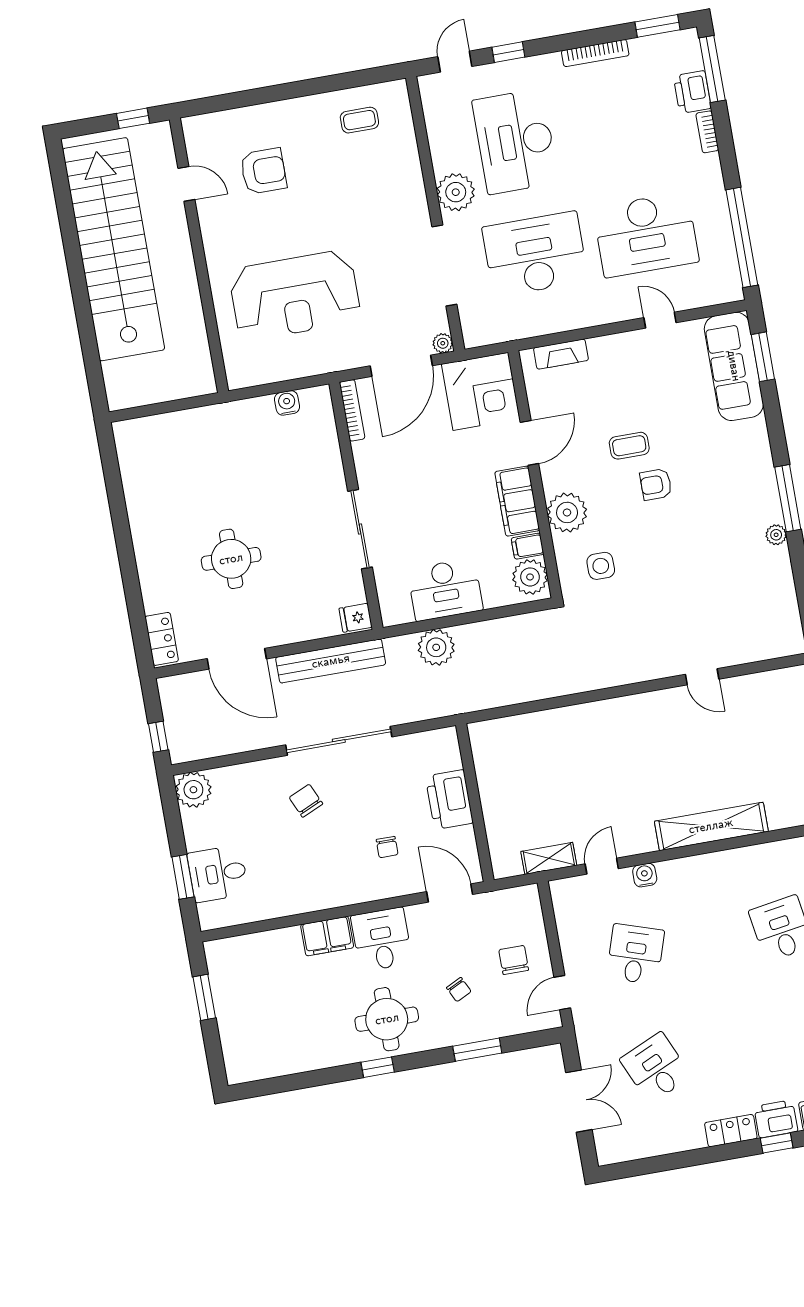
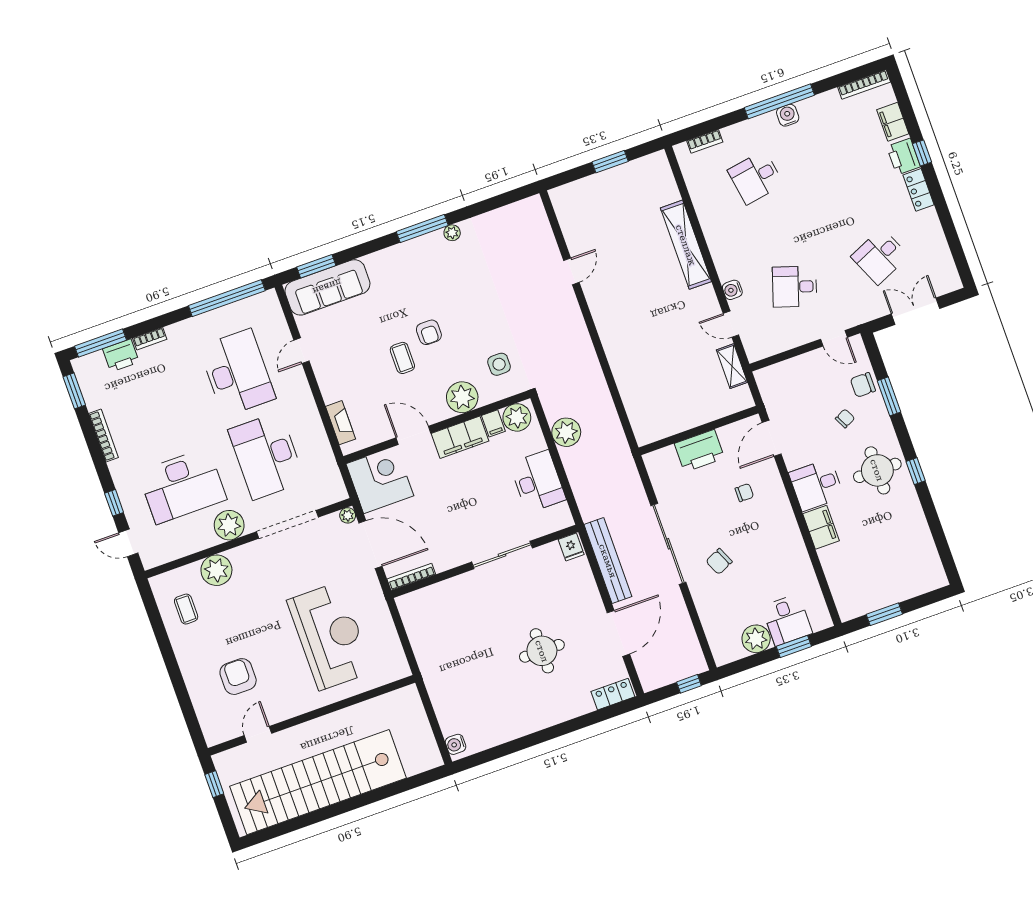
plant: (402, 167) -> (216, 570), added
water cooler: (287, 403) -> (456, 744), moved
plant: (436, 647) -> (566, 432), moved
plant: (193, 790) -> (756, 639), moved
chair: (514, 960) -> (863, 385), moved

